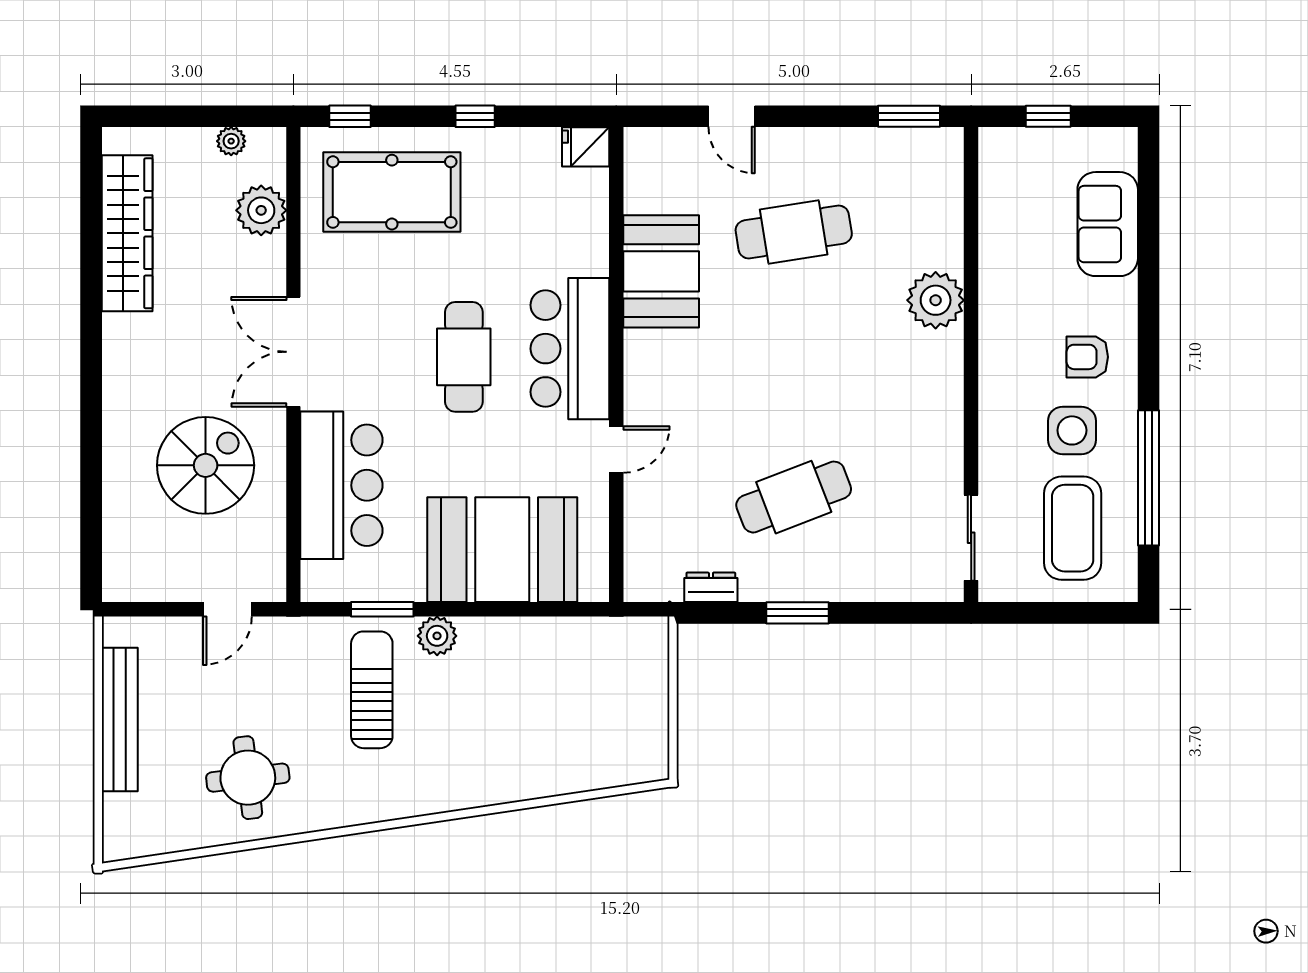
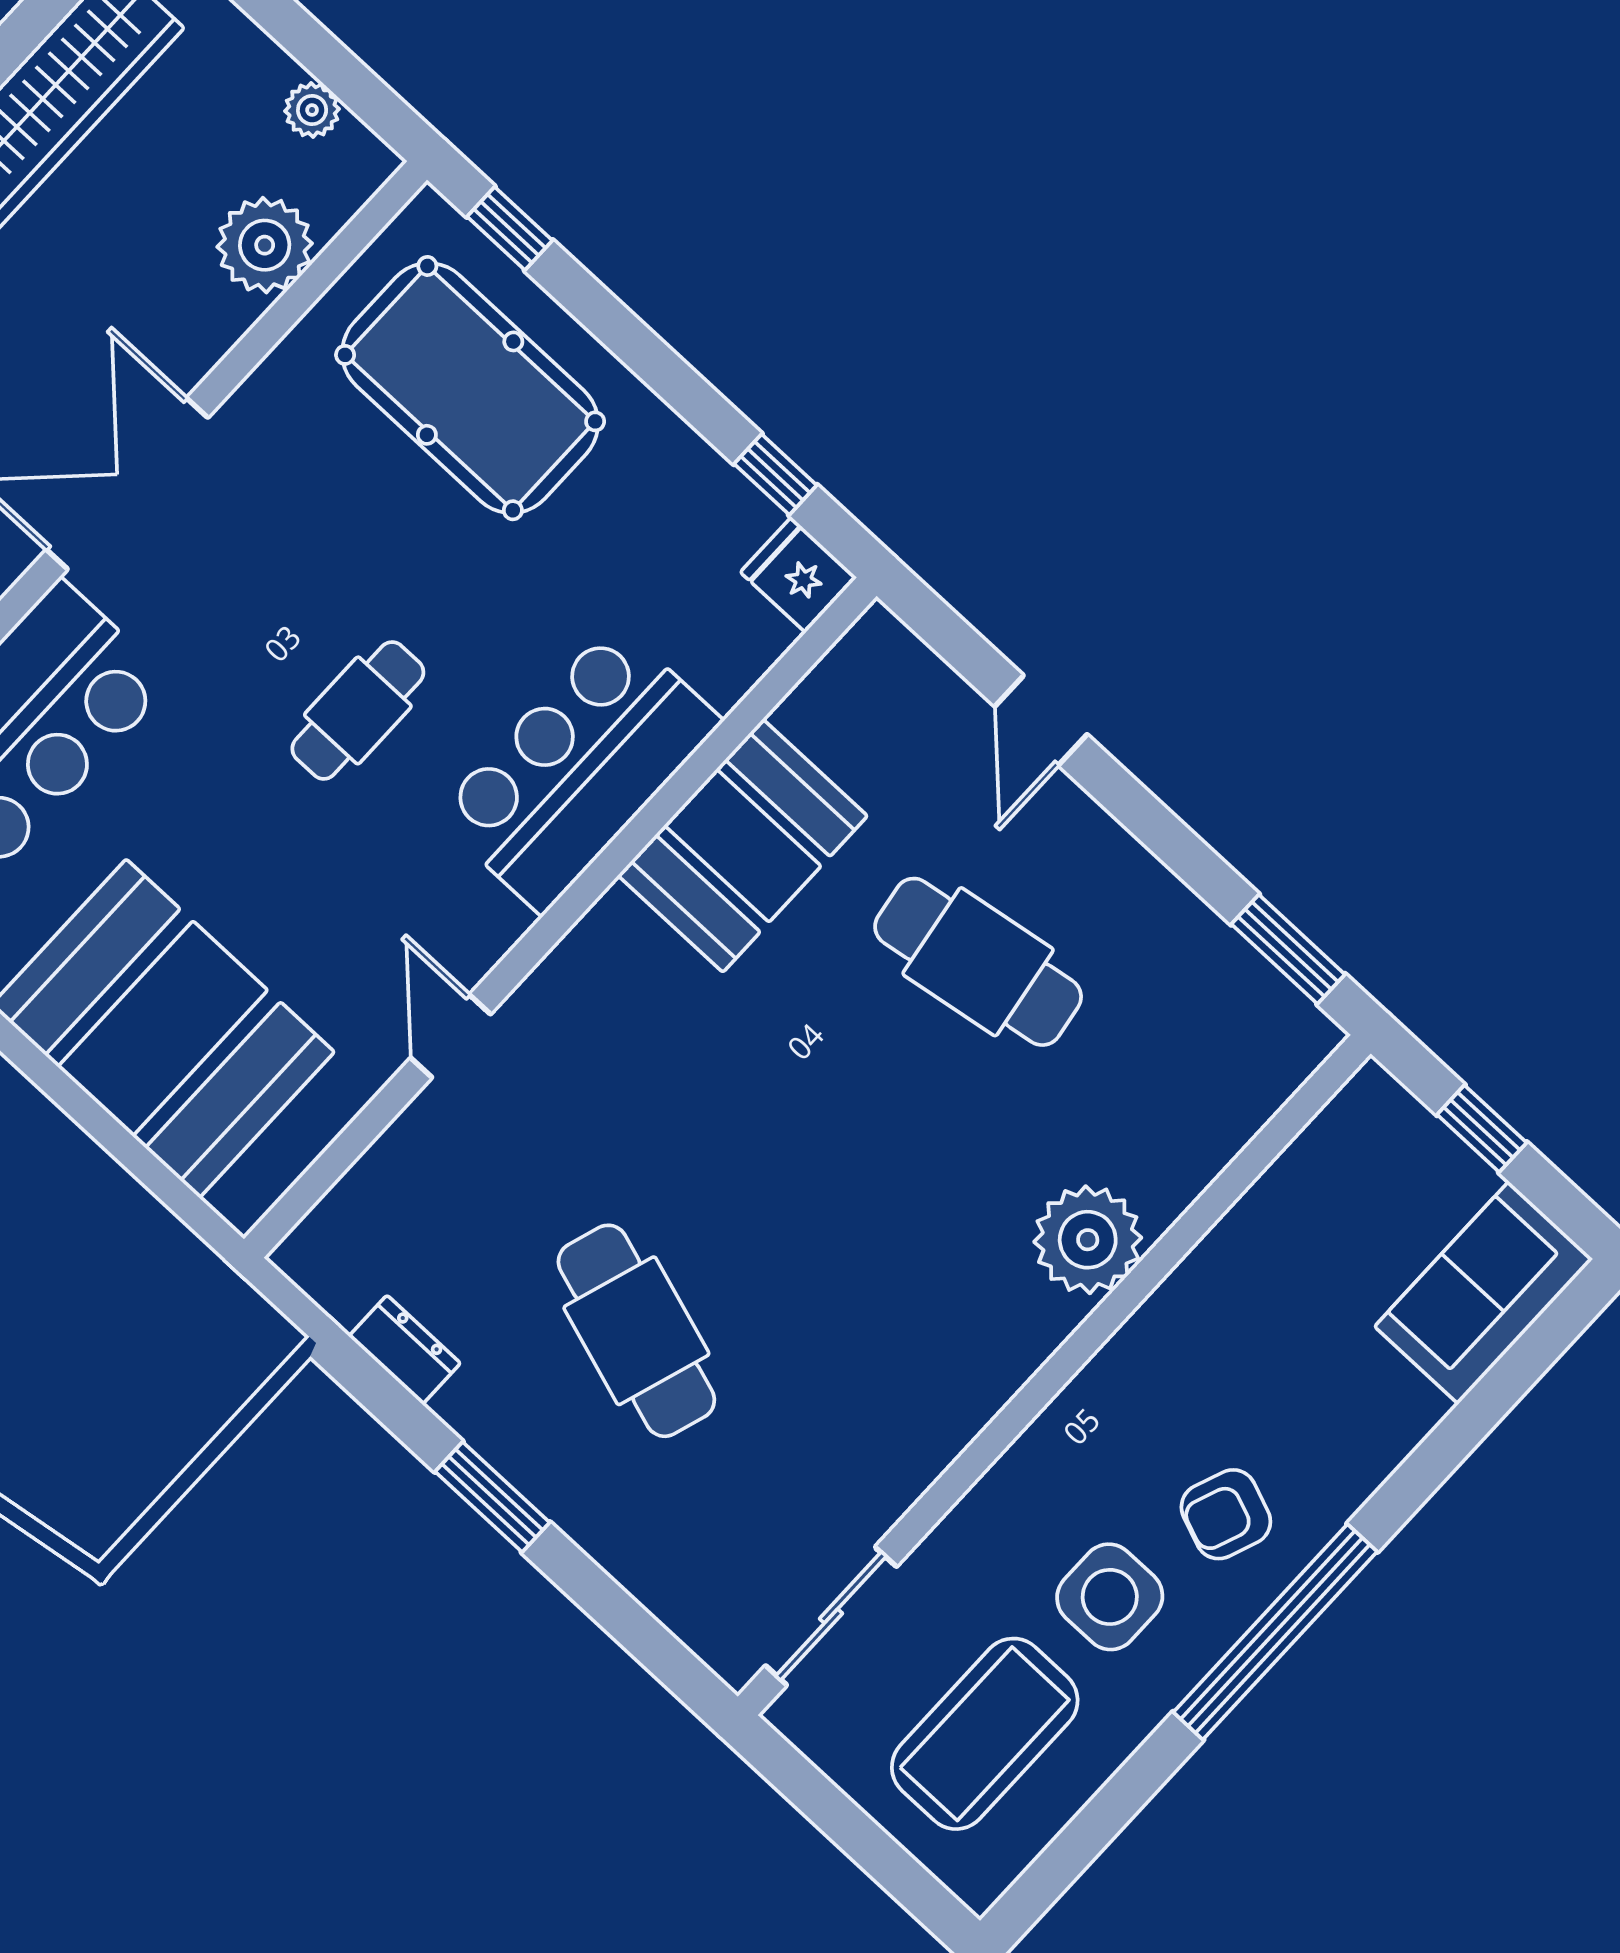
window: (475, 116) -> (775, 474), moved
sofa: (1108, 224) -> (1484, 1293), moved
bar counter: (570, 349) -> (578, 768), moved
cafe table: (464, 357) -> (358, 710), width x0.73, depth x0.74
armchair: (1087, 357) -> (1226, 1514), turned -69
door: (616, 450) -> (451, 1036), swing flipped
window: (1148, 478) -> (1275, 1632), moved
cafe table: (794, 497) -> (636, 1331), turned 39

